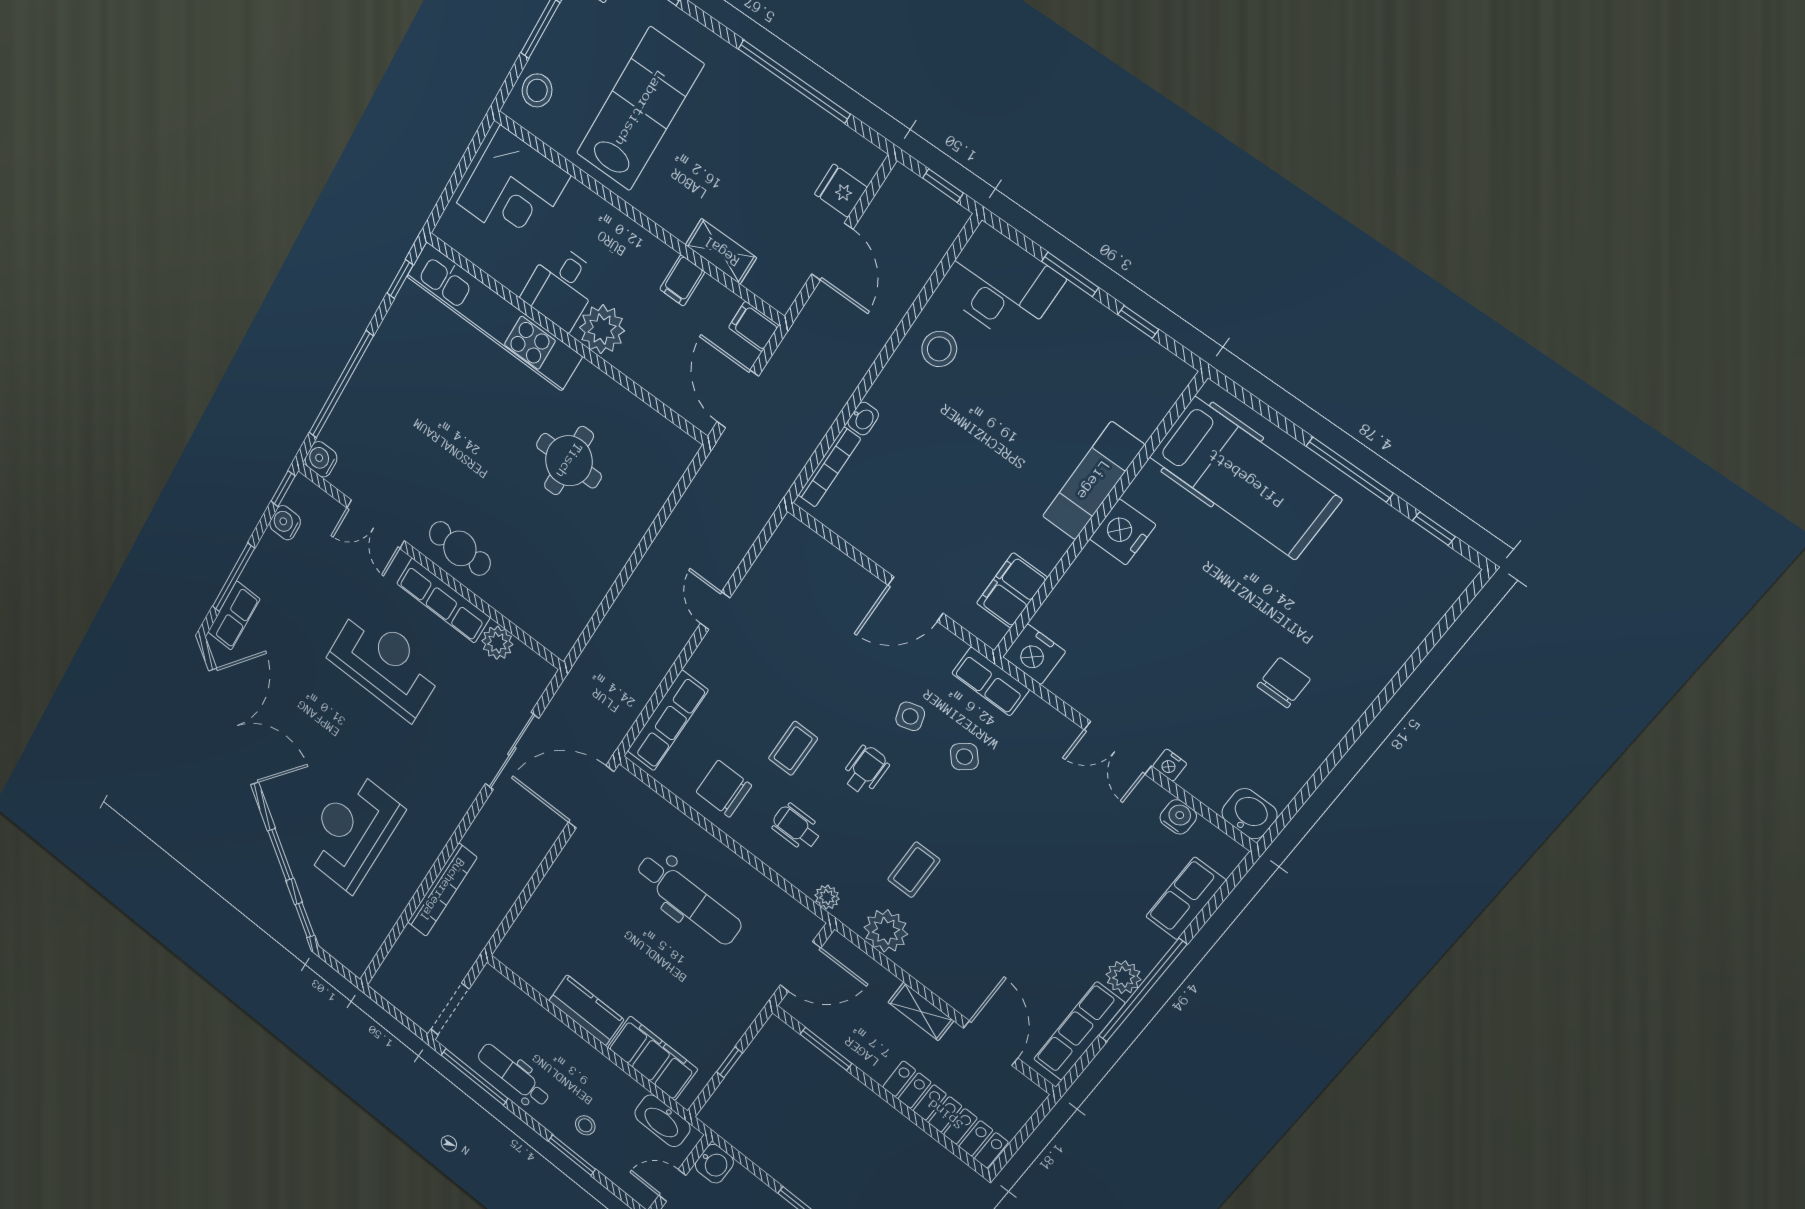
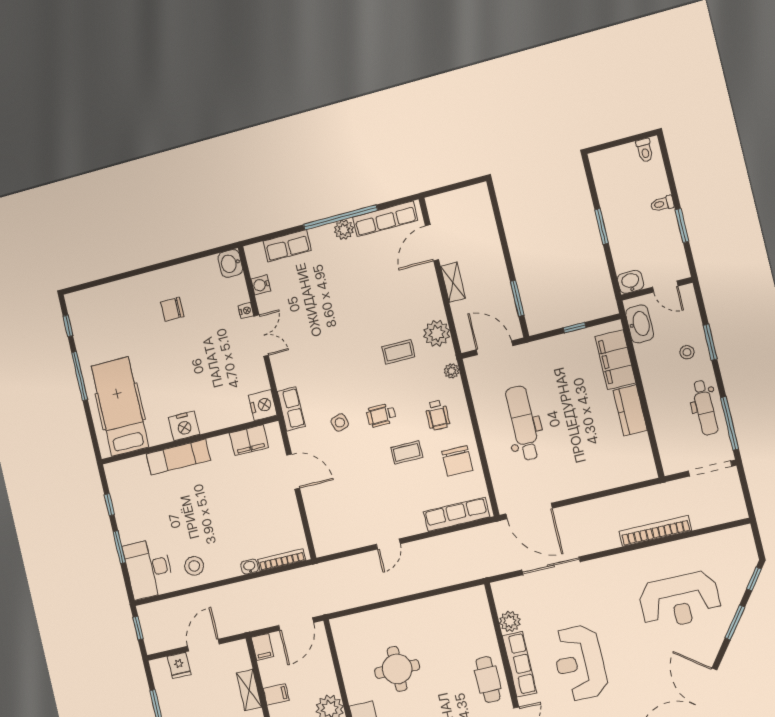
side table: (964, 757) -> (331, 385), removed
locker: (945, 1114) -> (484, 223), removed

